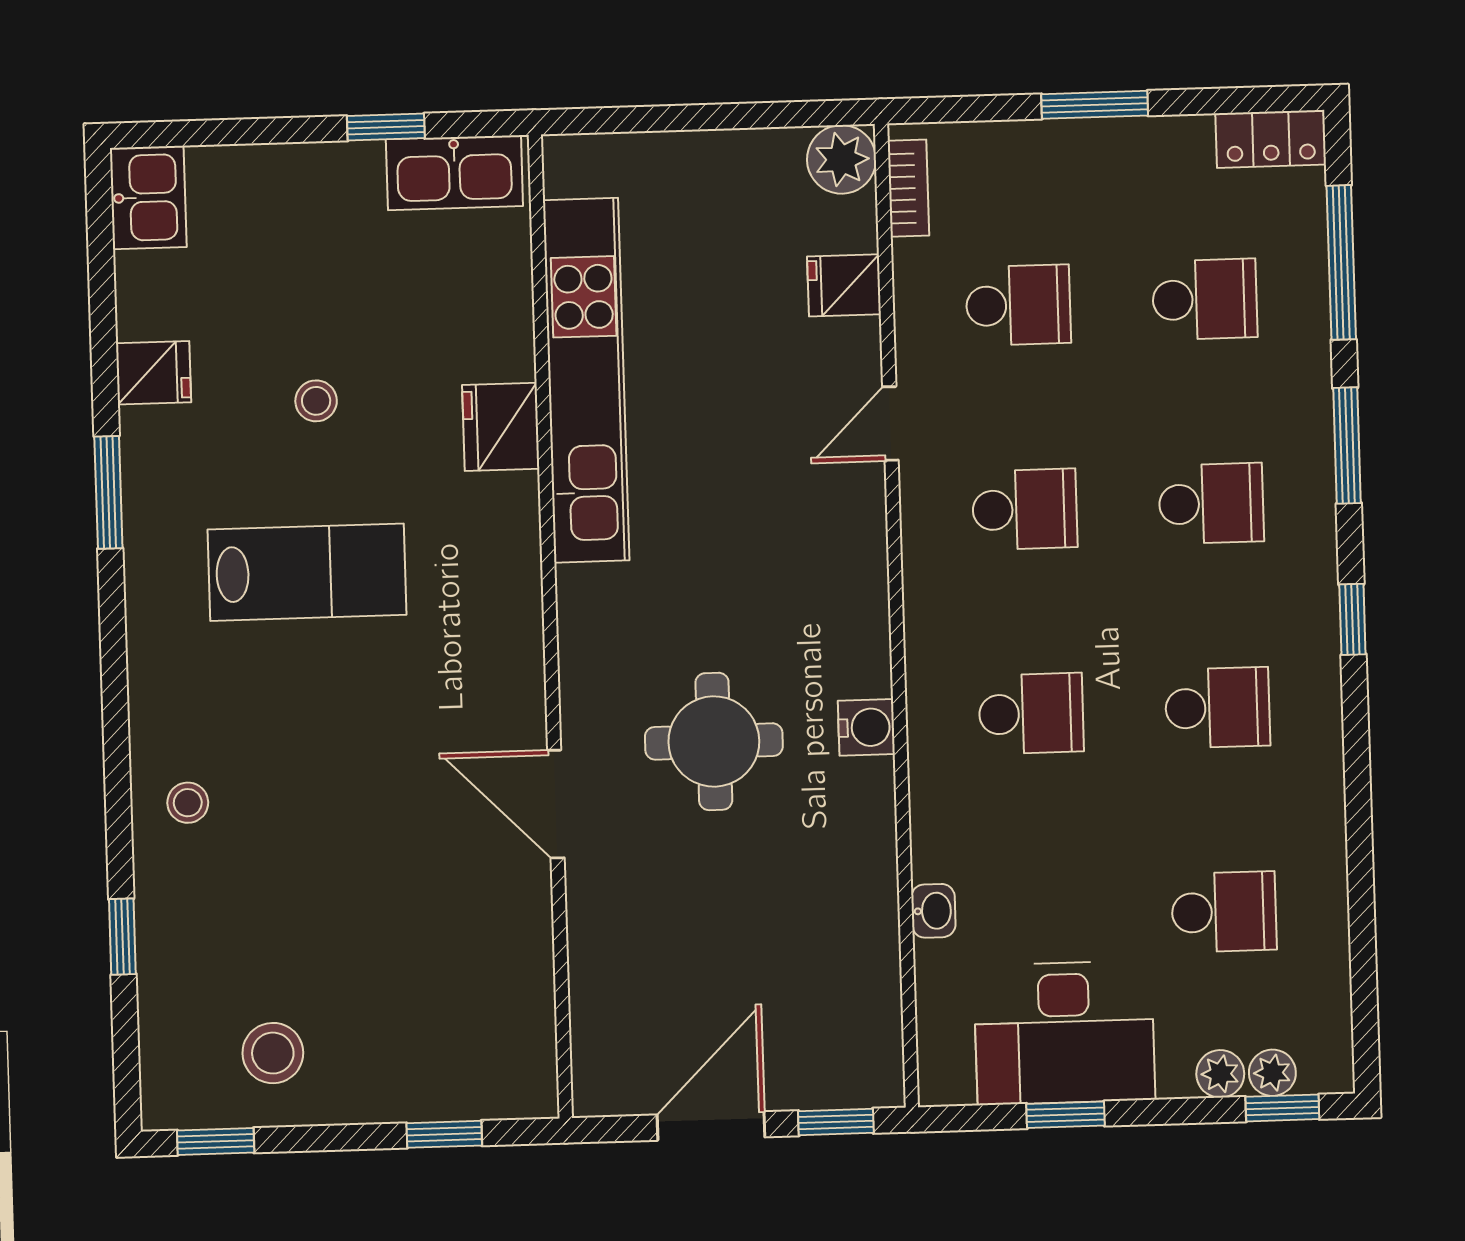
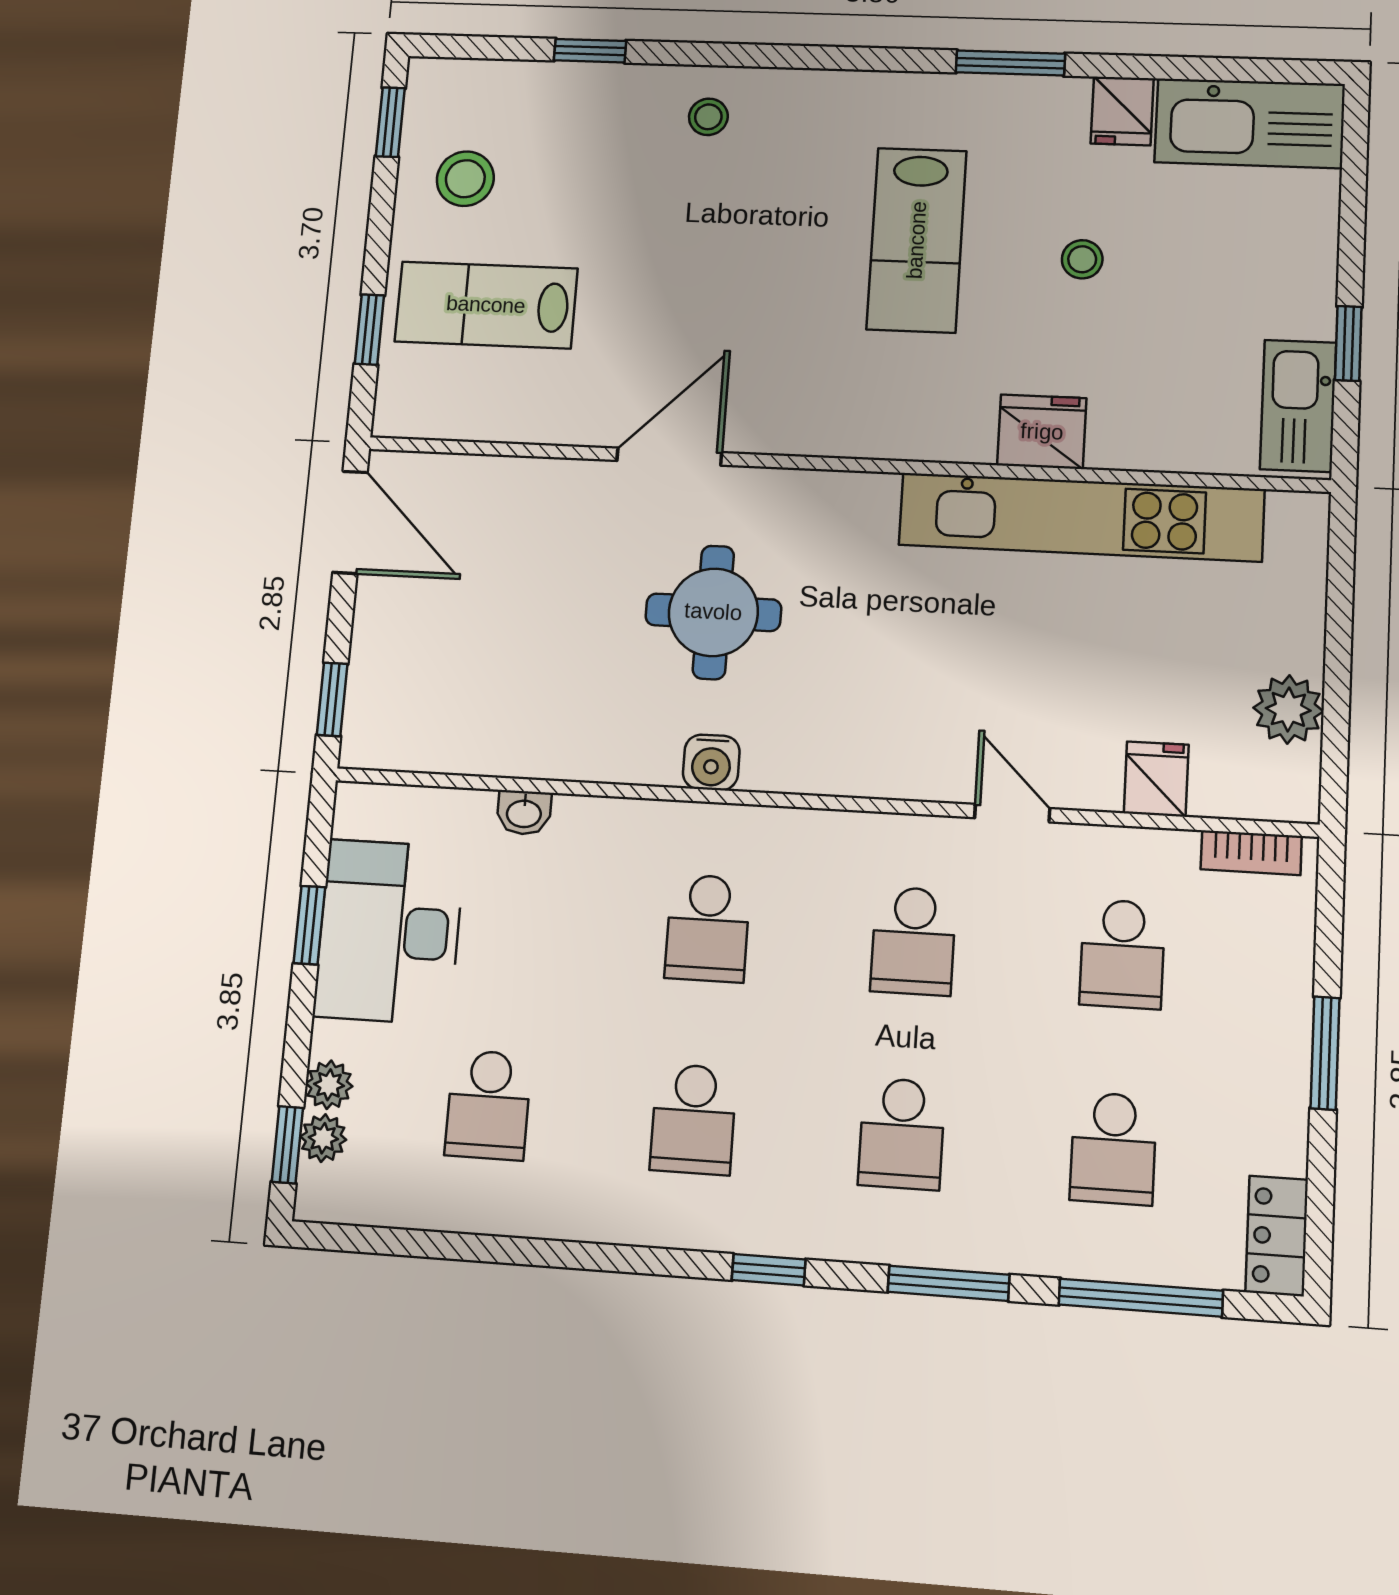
plant: (842, 159) -> (1288, 709), moved
kitchen sink: (148, 198) -> (1250, 123), width x1.88, depth x1.24
lab bench: (409, 1014) -> (486, 305), added
door: (711, 1126) -> (350, 522), moved

